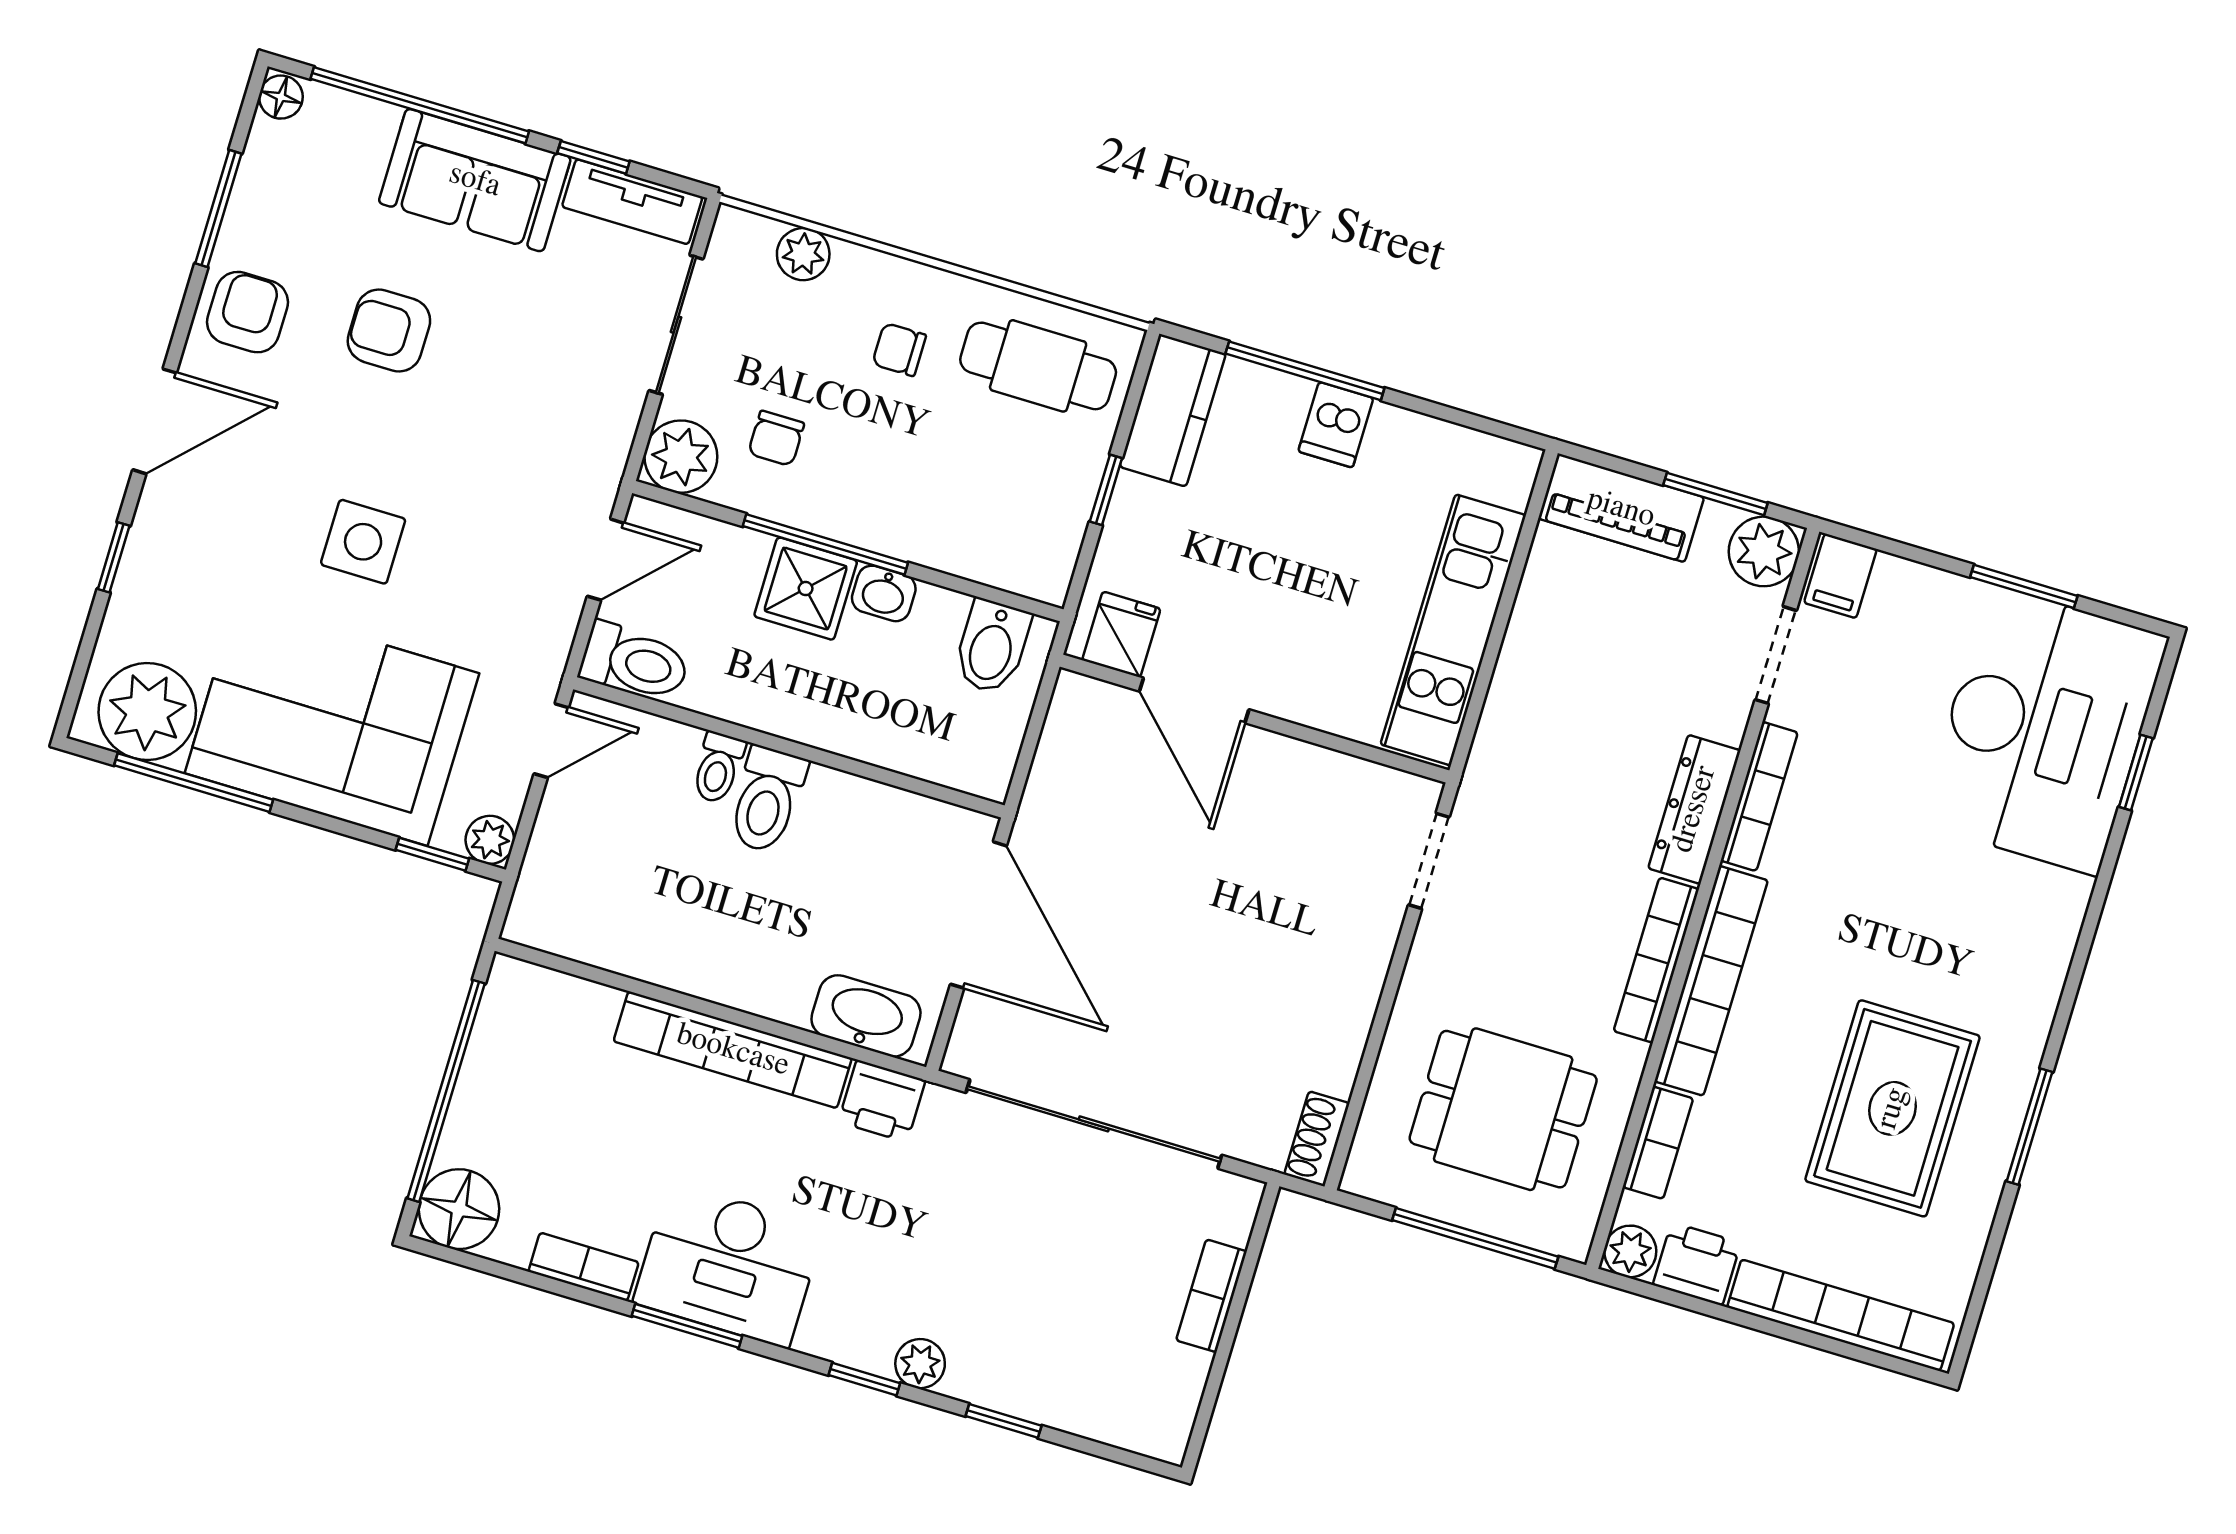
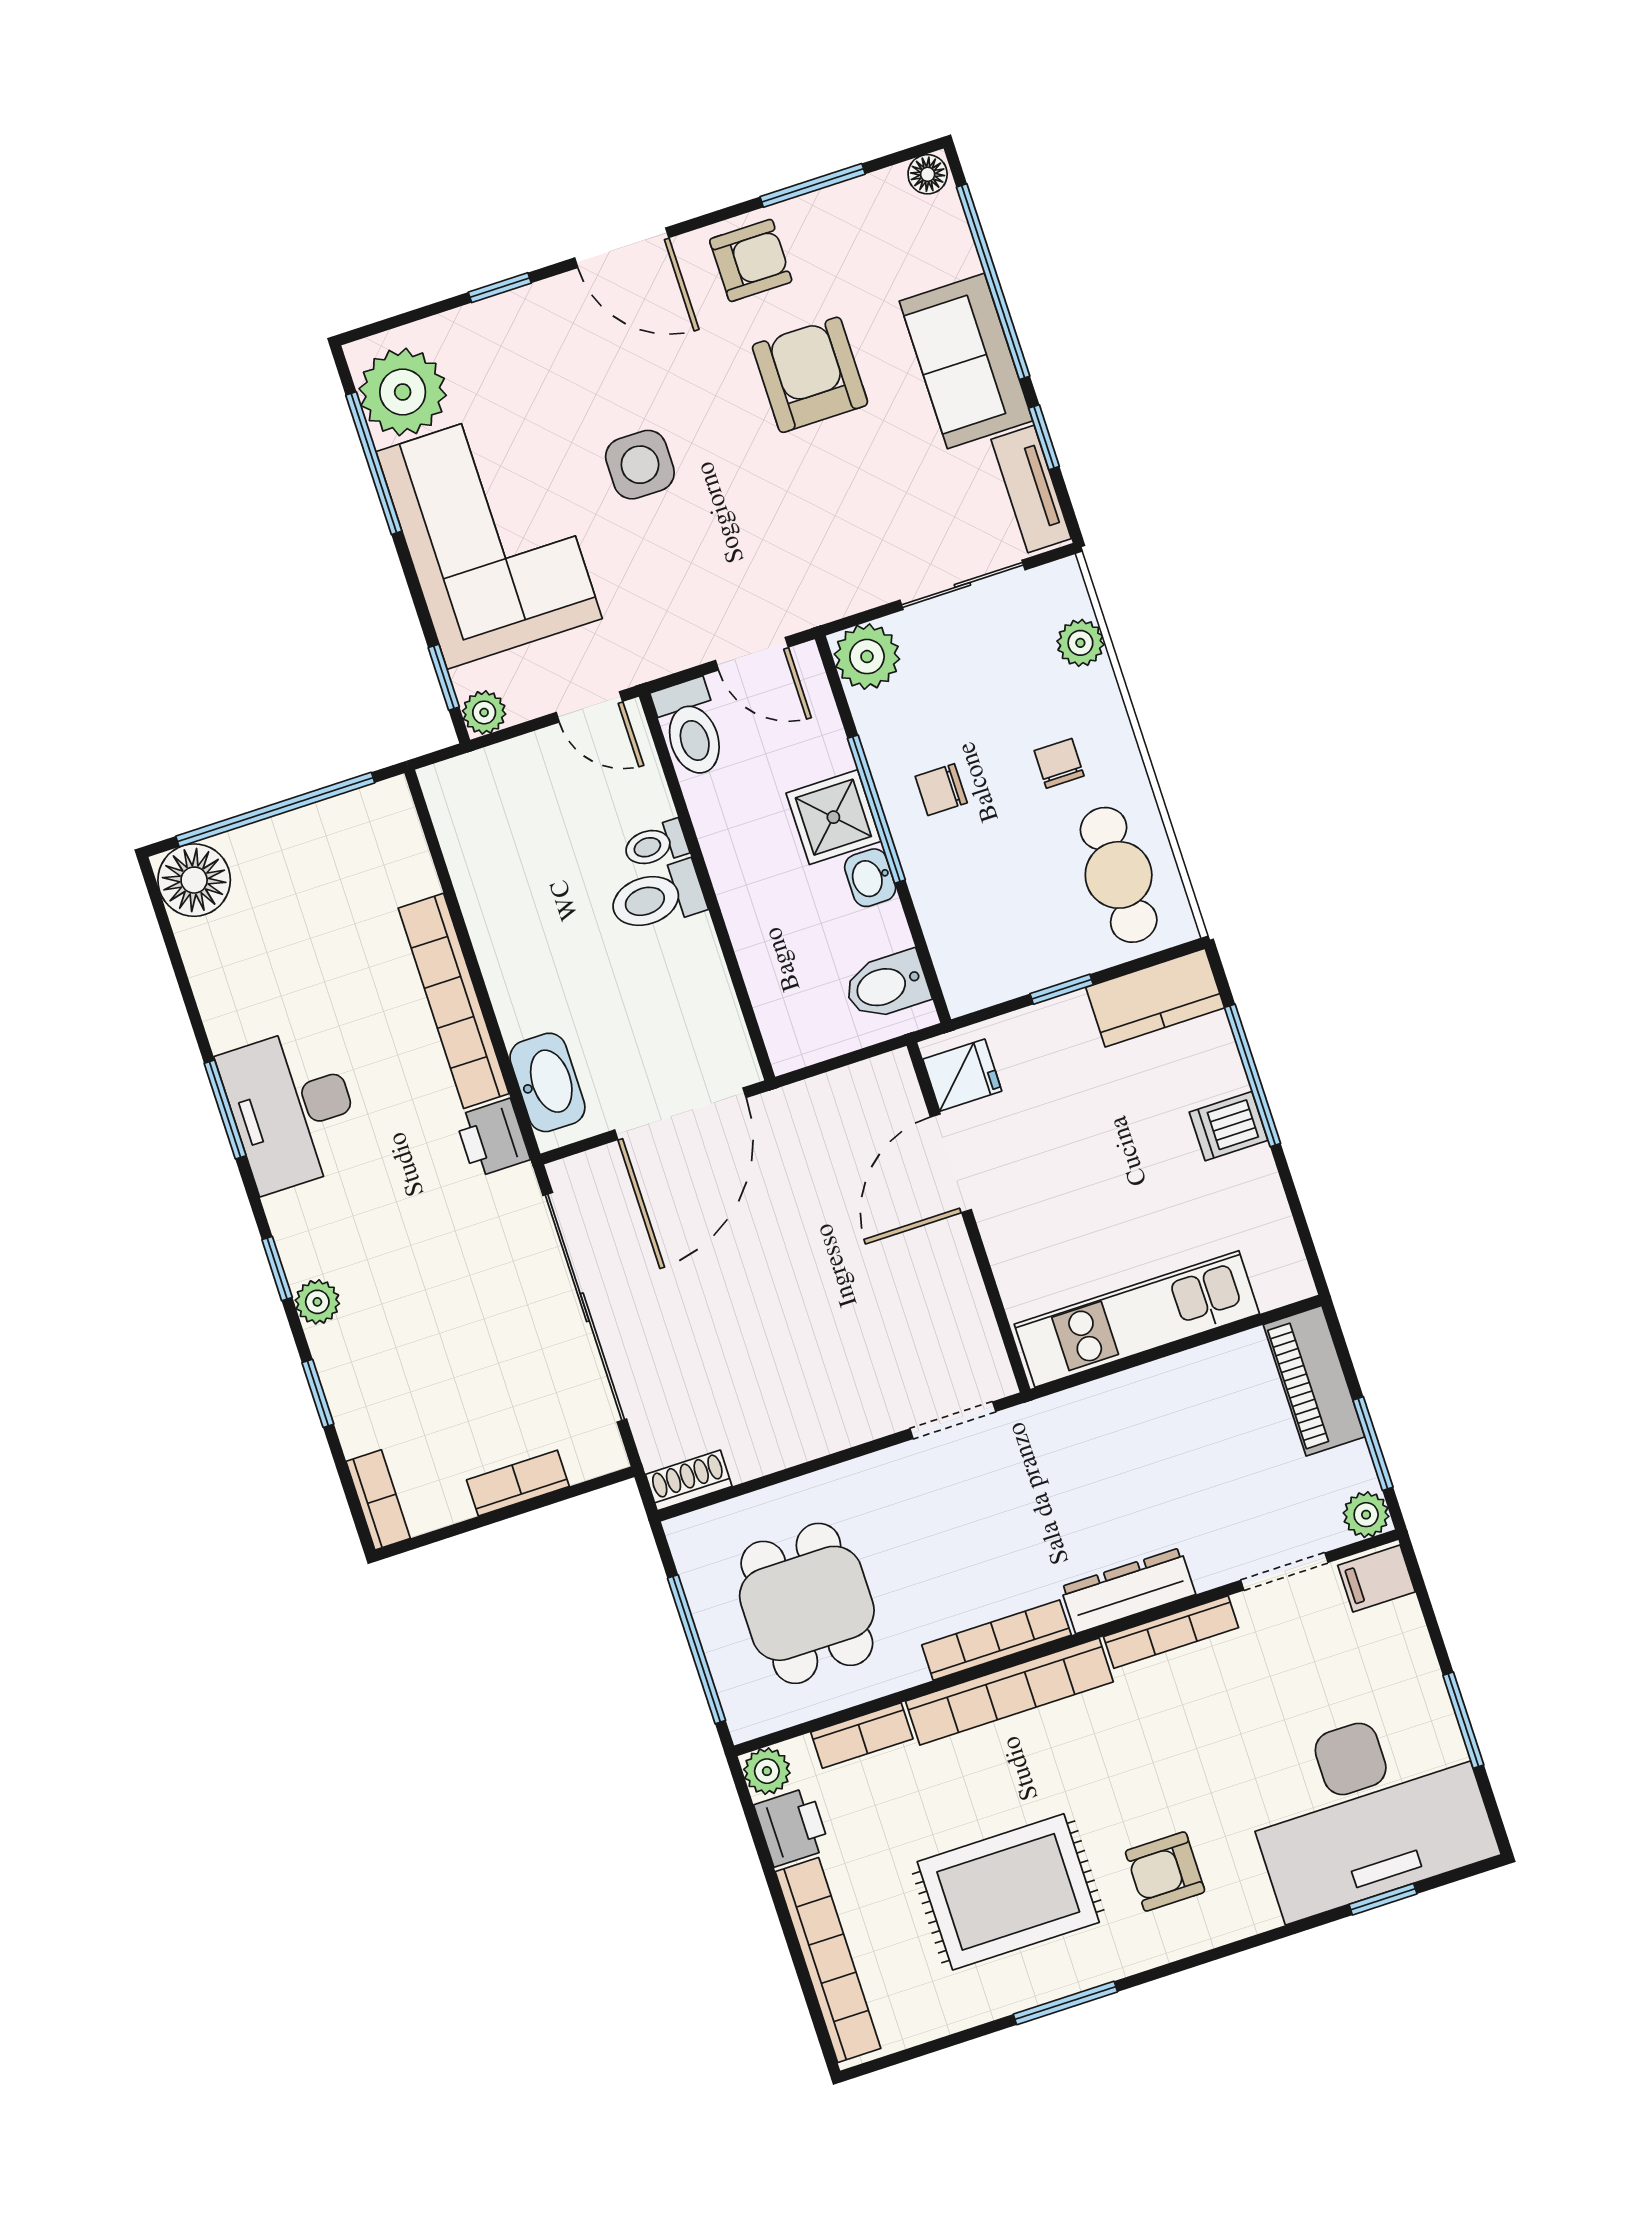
armchair: (389, 330) -> (810, 375), width x1.38, depth x1.38
chair: (776, 438) -> (941, 790), moved
plant: (1764, 551) -> (1366, 1515), width x0.73, depth x0.73
armchair: (1973, 953) -> (1165, 1872), added
bookcase: (584, 1267) -> (378, 1500), moved

